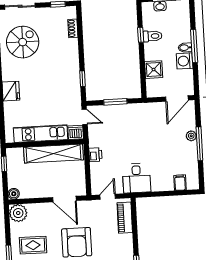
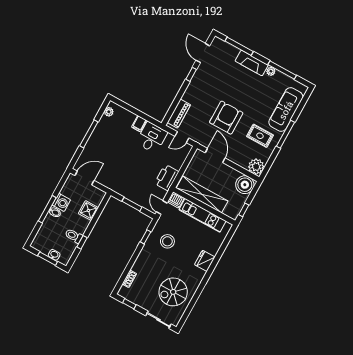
stool: (59, 87) -> (167, 241), added
plant: (191, 136) -> (109, 112), moved
printer: (95, 155) -> (167, 177), width x1.87, depth x1.48
filing cabinet: (180, 183) -> (139, 124), moved
boiler: (14, 194) -> (245, 185), width x1.86, depth x1.86

